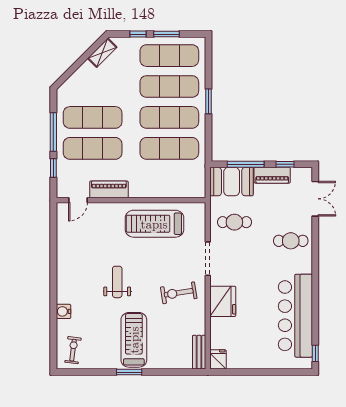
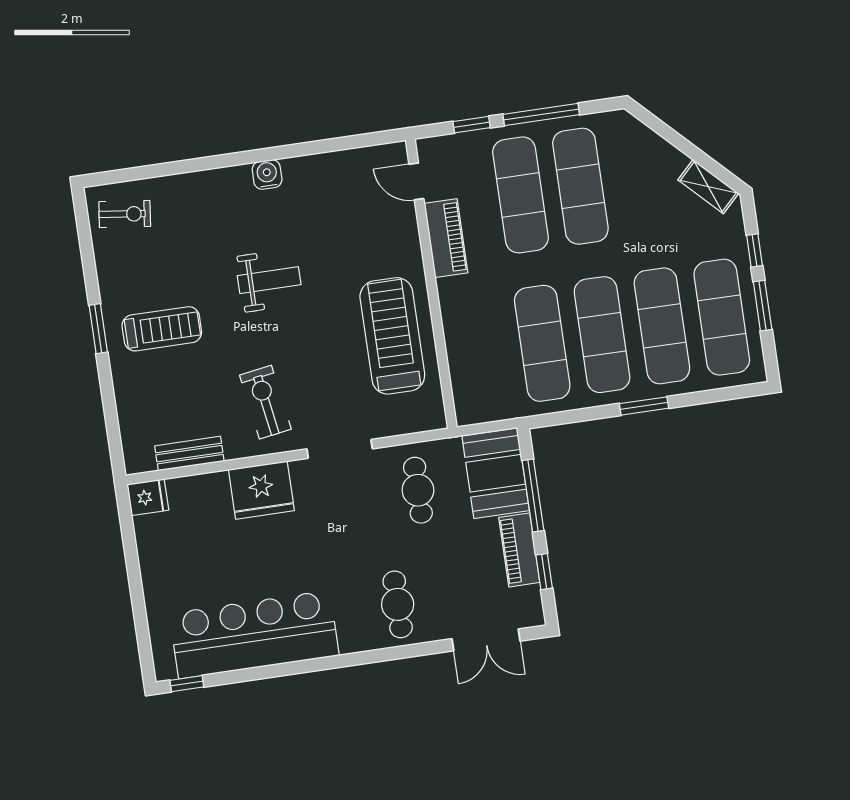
water cooler: (64, 311) -> (267, 174), moved
treadmill: (134, 340) -> (162, 329), width x0.73, depth x0.73
bench: (199, 352) -> (189, 454), moved

